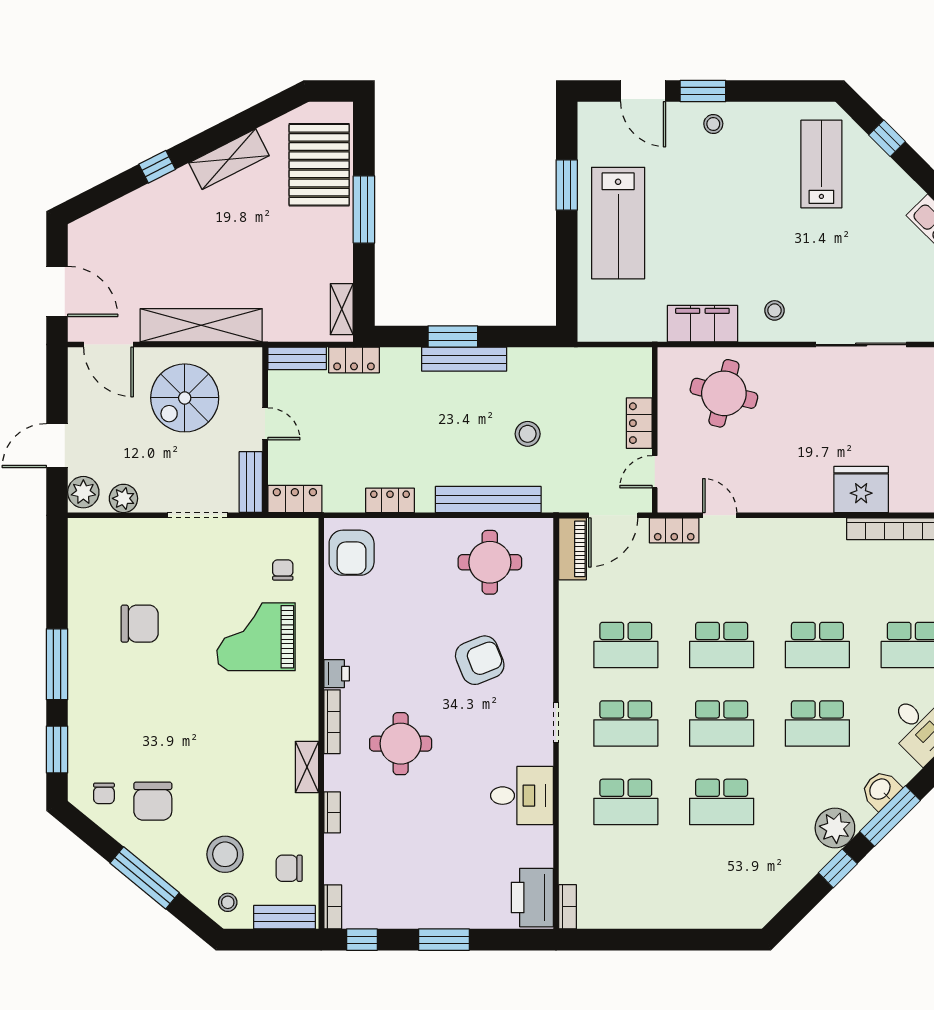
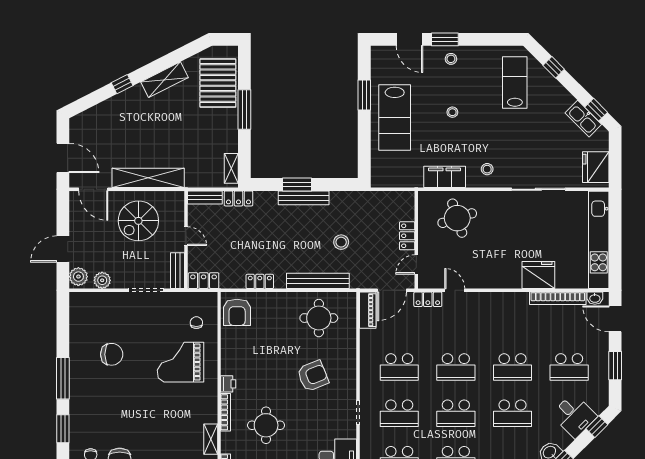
stool: (716, 214) -> (452, 112), added
round table: (724, 393) -> (457, 218), turned -32

